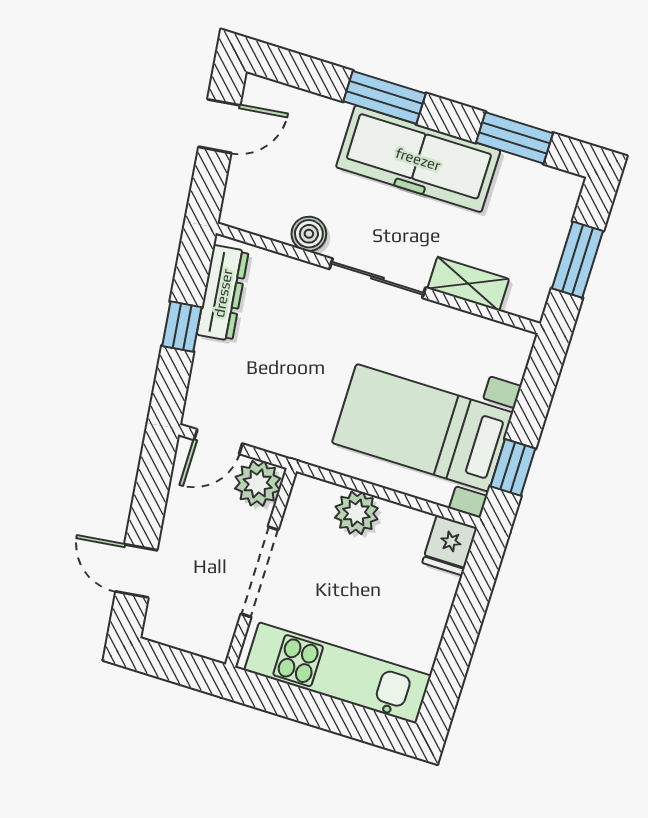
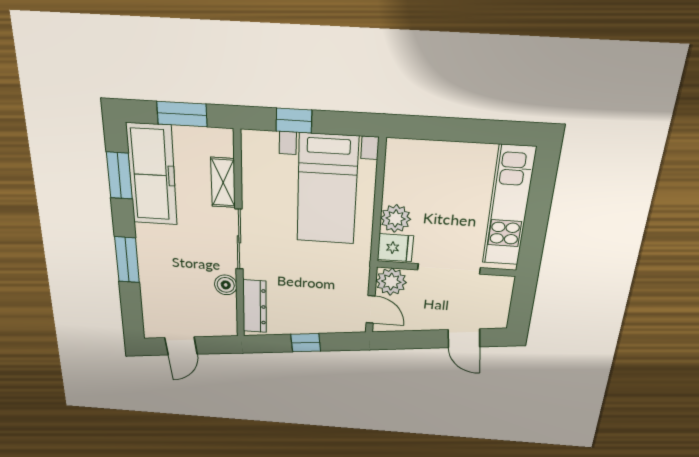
door: (219, 126) -> (181, 346), swing flipped
freezer: (418, 159) -> (152, 175), moved
dresser: (223, 293) -> (255, 306), moved, turned 97
window: (513, 467) -> (294, 120), moved
fridge: (450, 545) -> (395, 248), moved
door: (136, 571) -> (464, 338), hinge flipped

